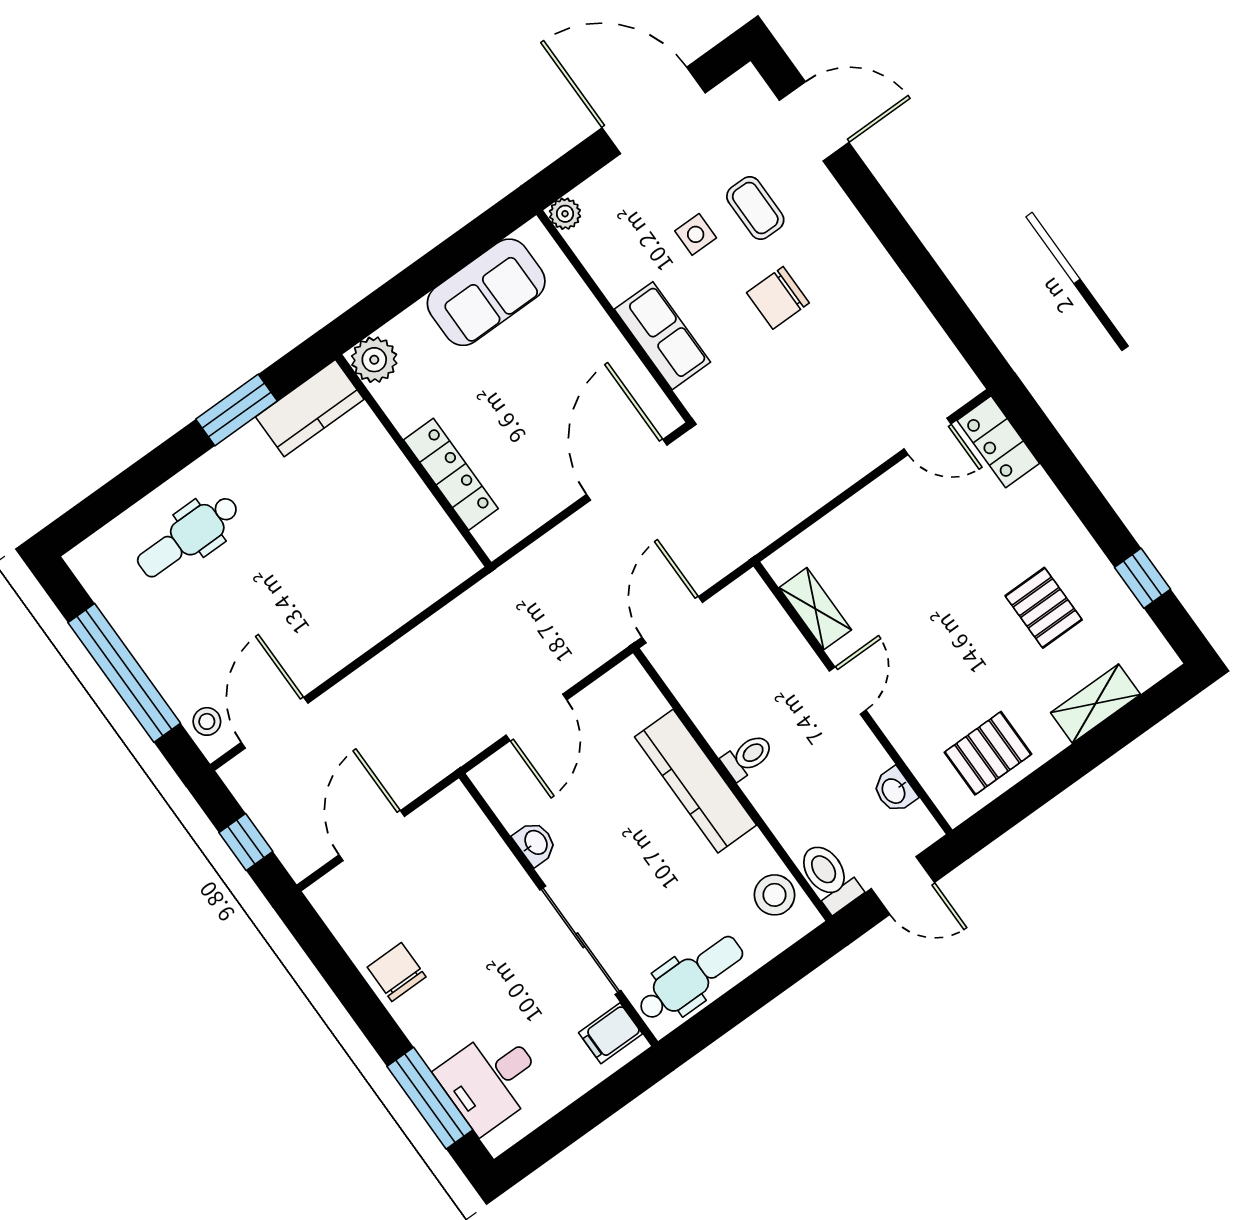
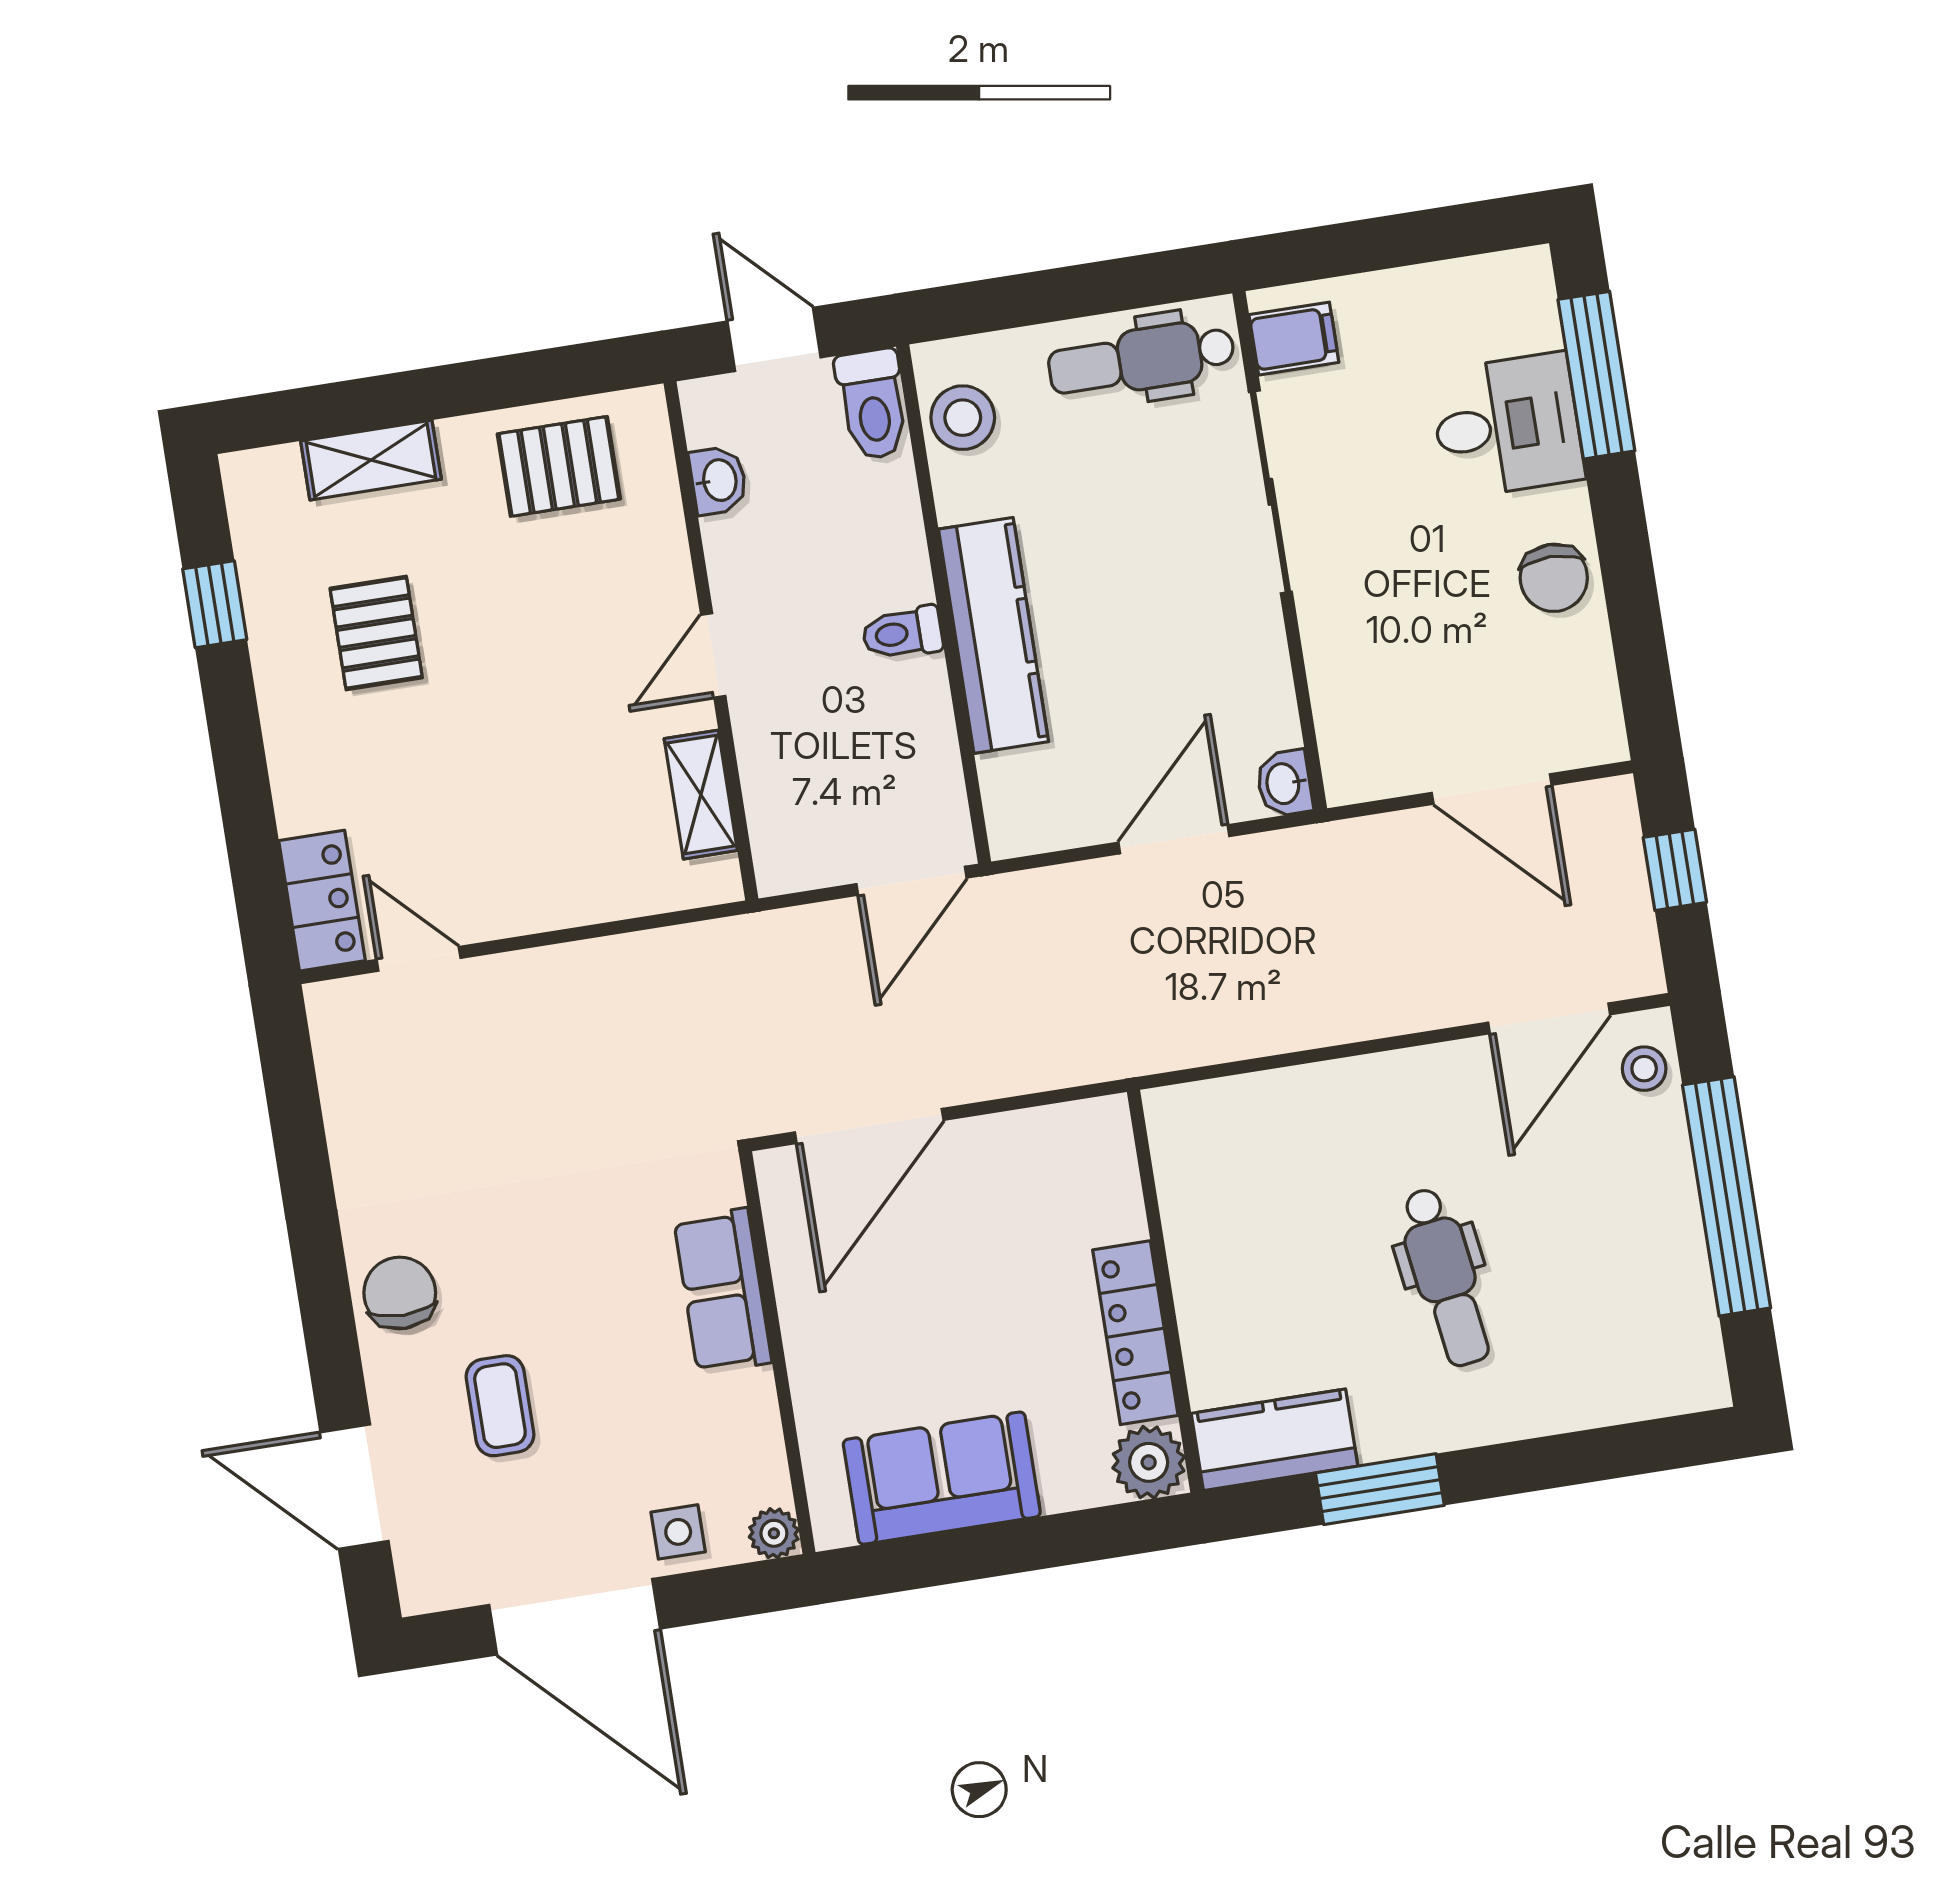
side table: (696, 234) -> (678, 1532), moved
chair: (778, 298) -> (400, 1293), moved, turned -90
locker: (451, 474) -> (1135, 1333), moved
dental chair: (188, 536) -> (1445, 1277), moved, turned 82
door: (372, 836) -> (1492, 789), hinge flipped
washbasin: (535, 843) -> (1284, 783), moved
desk: (491, 1079) -> (1507, 425), moved

